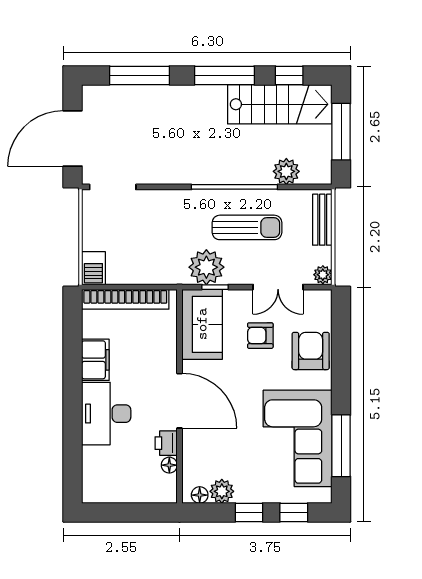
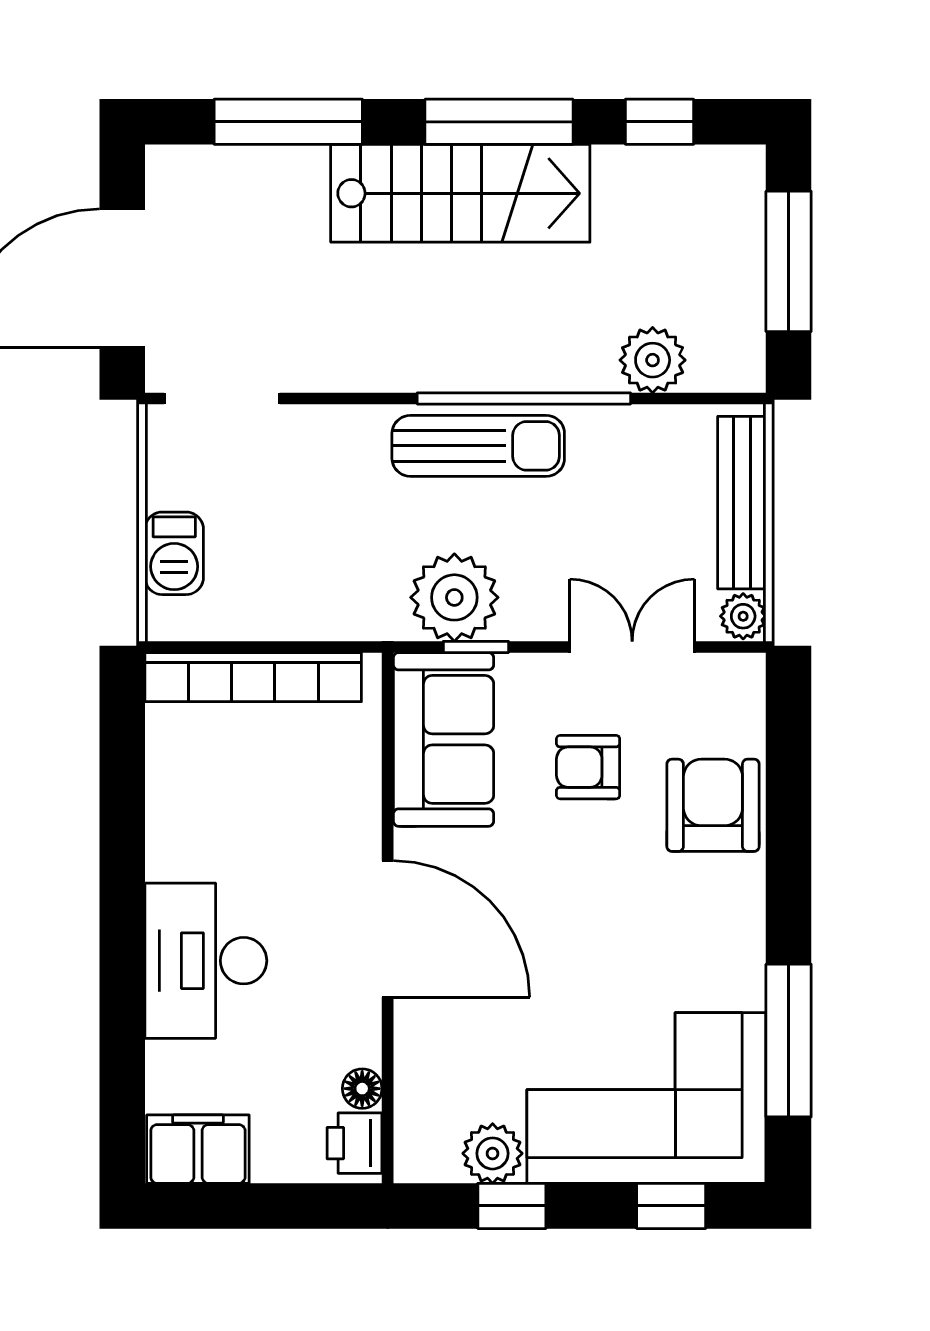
stairs: (280, 104) -> (460, 193), moved
bench: (322, 220) -> (742, 503), width x1.36
sun lounger: (247, 227) -> (478, 446), moved
barbecue: (93, 268) -> (174, 553), moved
double door: (278, 287) -> (632, 647), swing flipped
filing cabinet: (95, 360) -> (198, 1149), moved, turned -90
corner sofa: (298, 438) -> (646, 1098), moved, turned 90
printer: (166, 443) -> (355, 1143), moved
floor lamp: (200, 495) -> (438, 1163), removed
window: (249, 512) -> (512, 1206), moved

